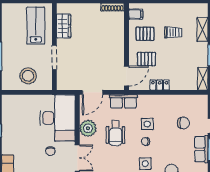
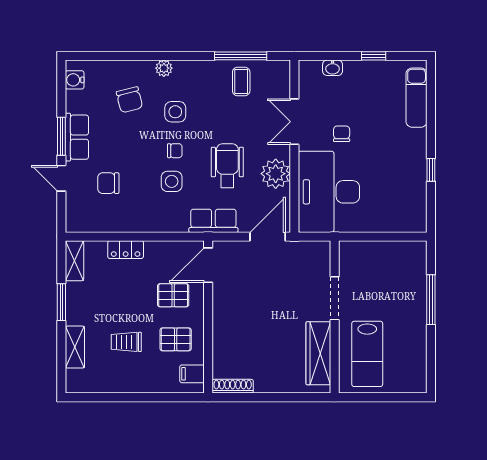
wardrobe: (64, 26) -> (318, 353), width x1.50
stool: (28, 76) -> (381, 266), removed
locker: (160, 85) -> (126, 250), moved

